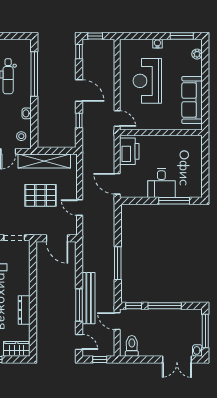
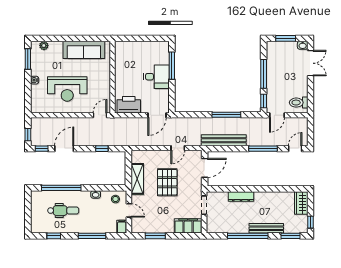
door: (79, 91) -> (64, 149), moved
shelving: (44, 161) -> (137, 179), width x0.68
bench: (89, 298) -> (224, 140), moved
dresser: (24, 310) -> (241, 197), moved
window: (205, 331) -> (286, 38), width x0.69
window: (100, 359) -> (310, 131), removed

